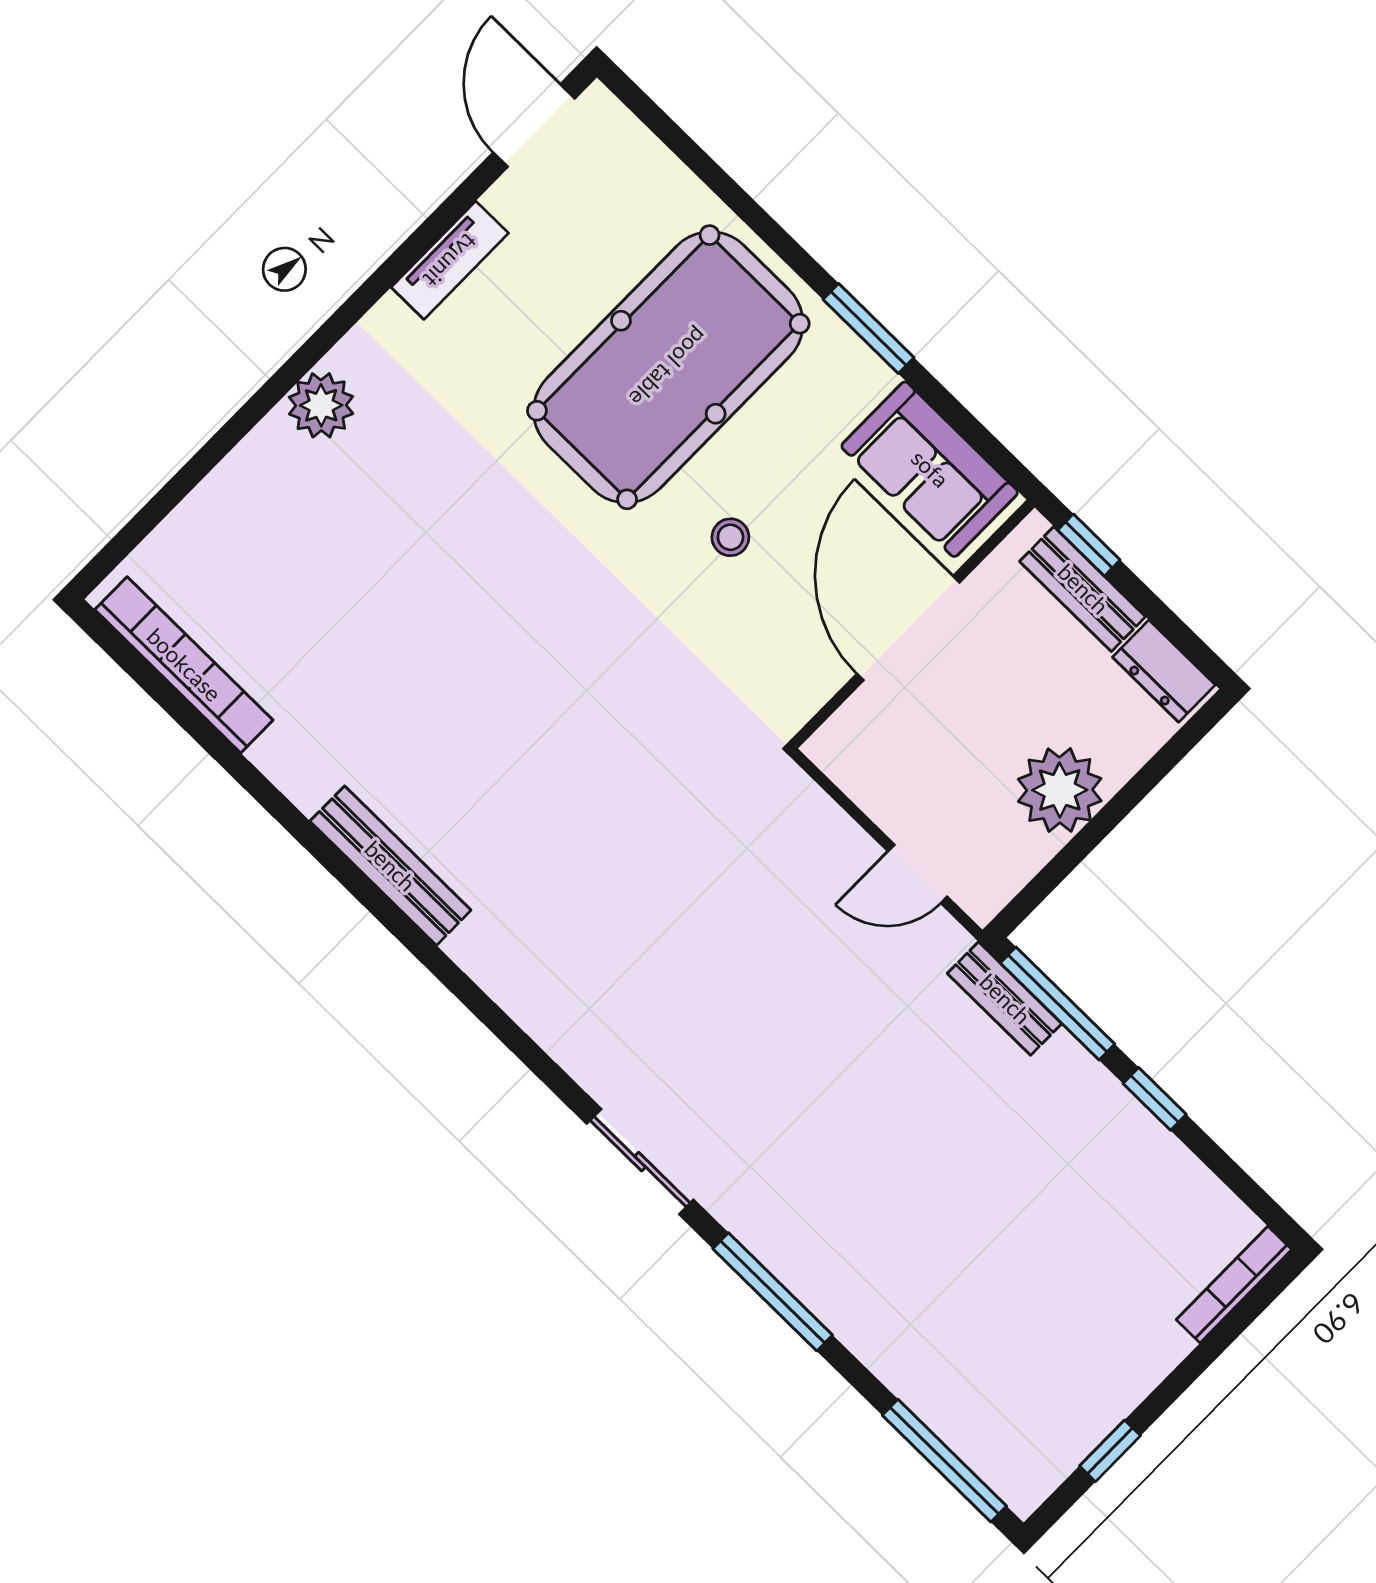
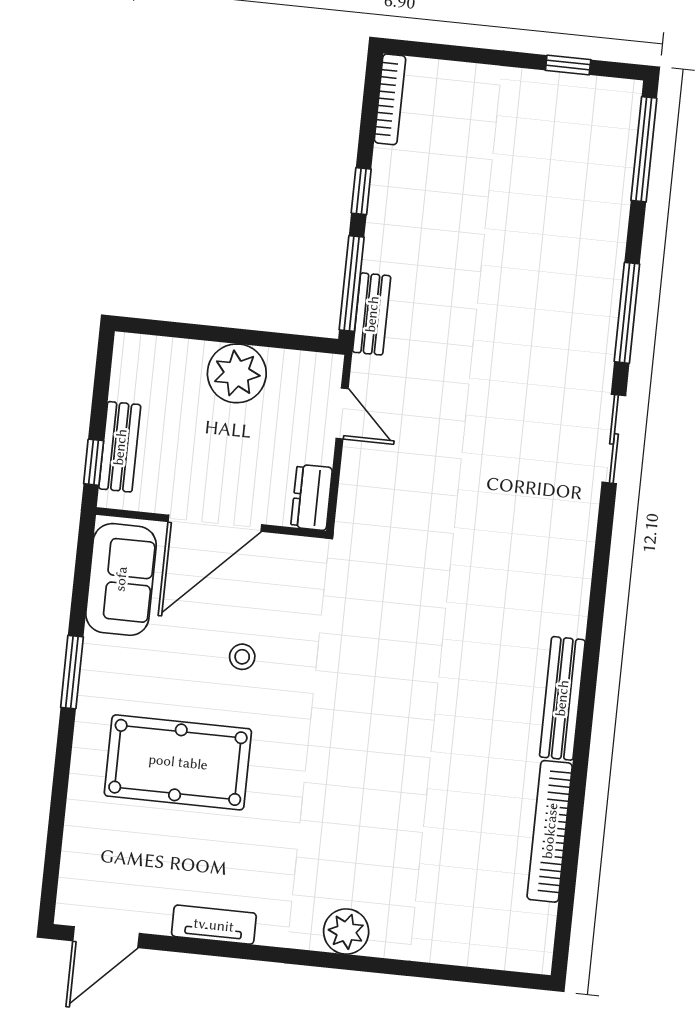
pool table: (668, 367) -> (178, 762), width x0.73, depth x0.76
bookcase: (184, 665) -> (550, 831), moved
dresser: (1164, 671) -> (312, 497), moved, turned 180
bookcase: (1234, 1285) -> (390, 99), moved, turned -90

